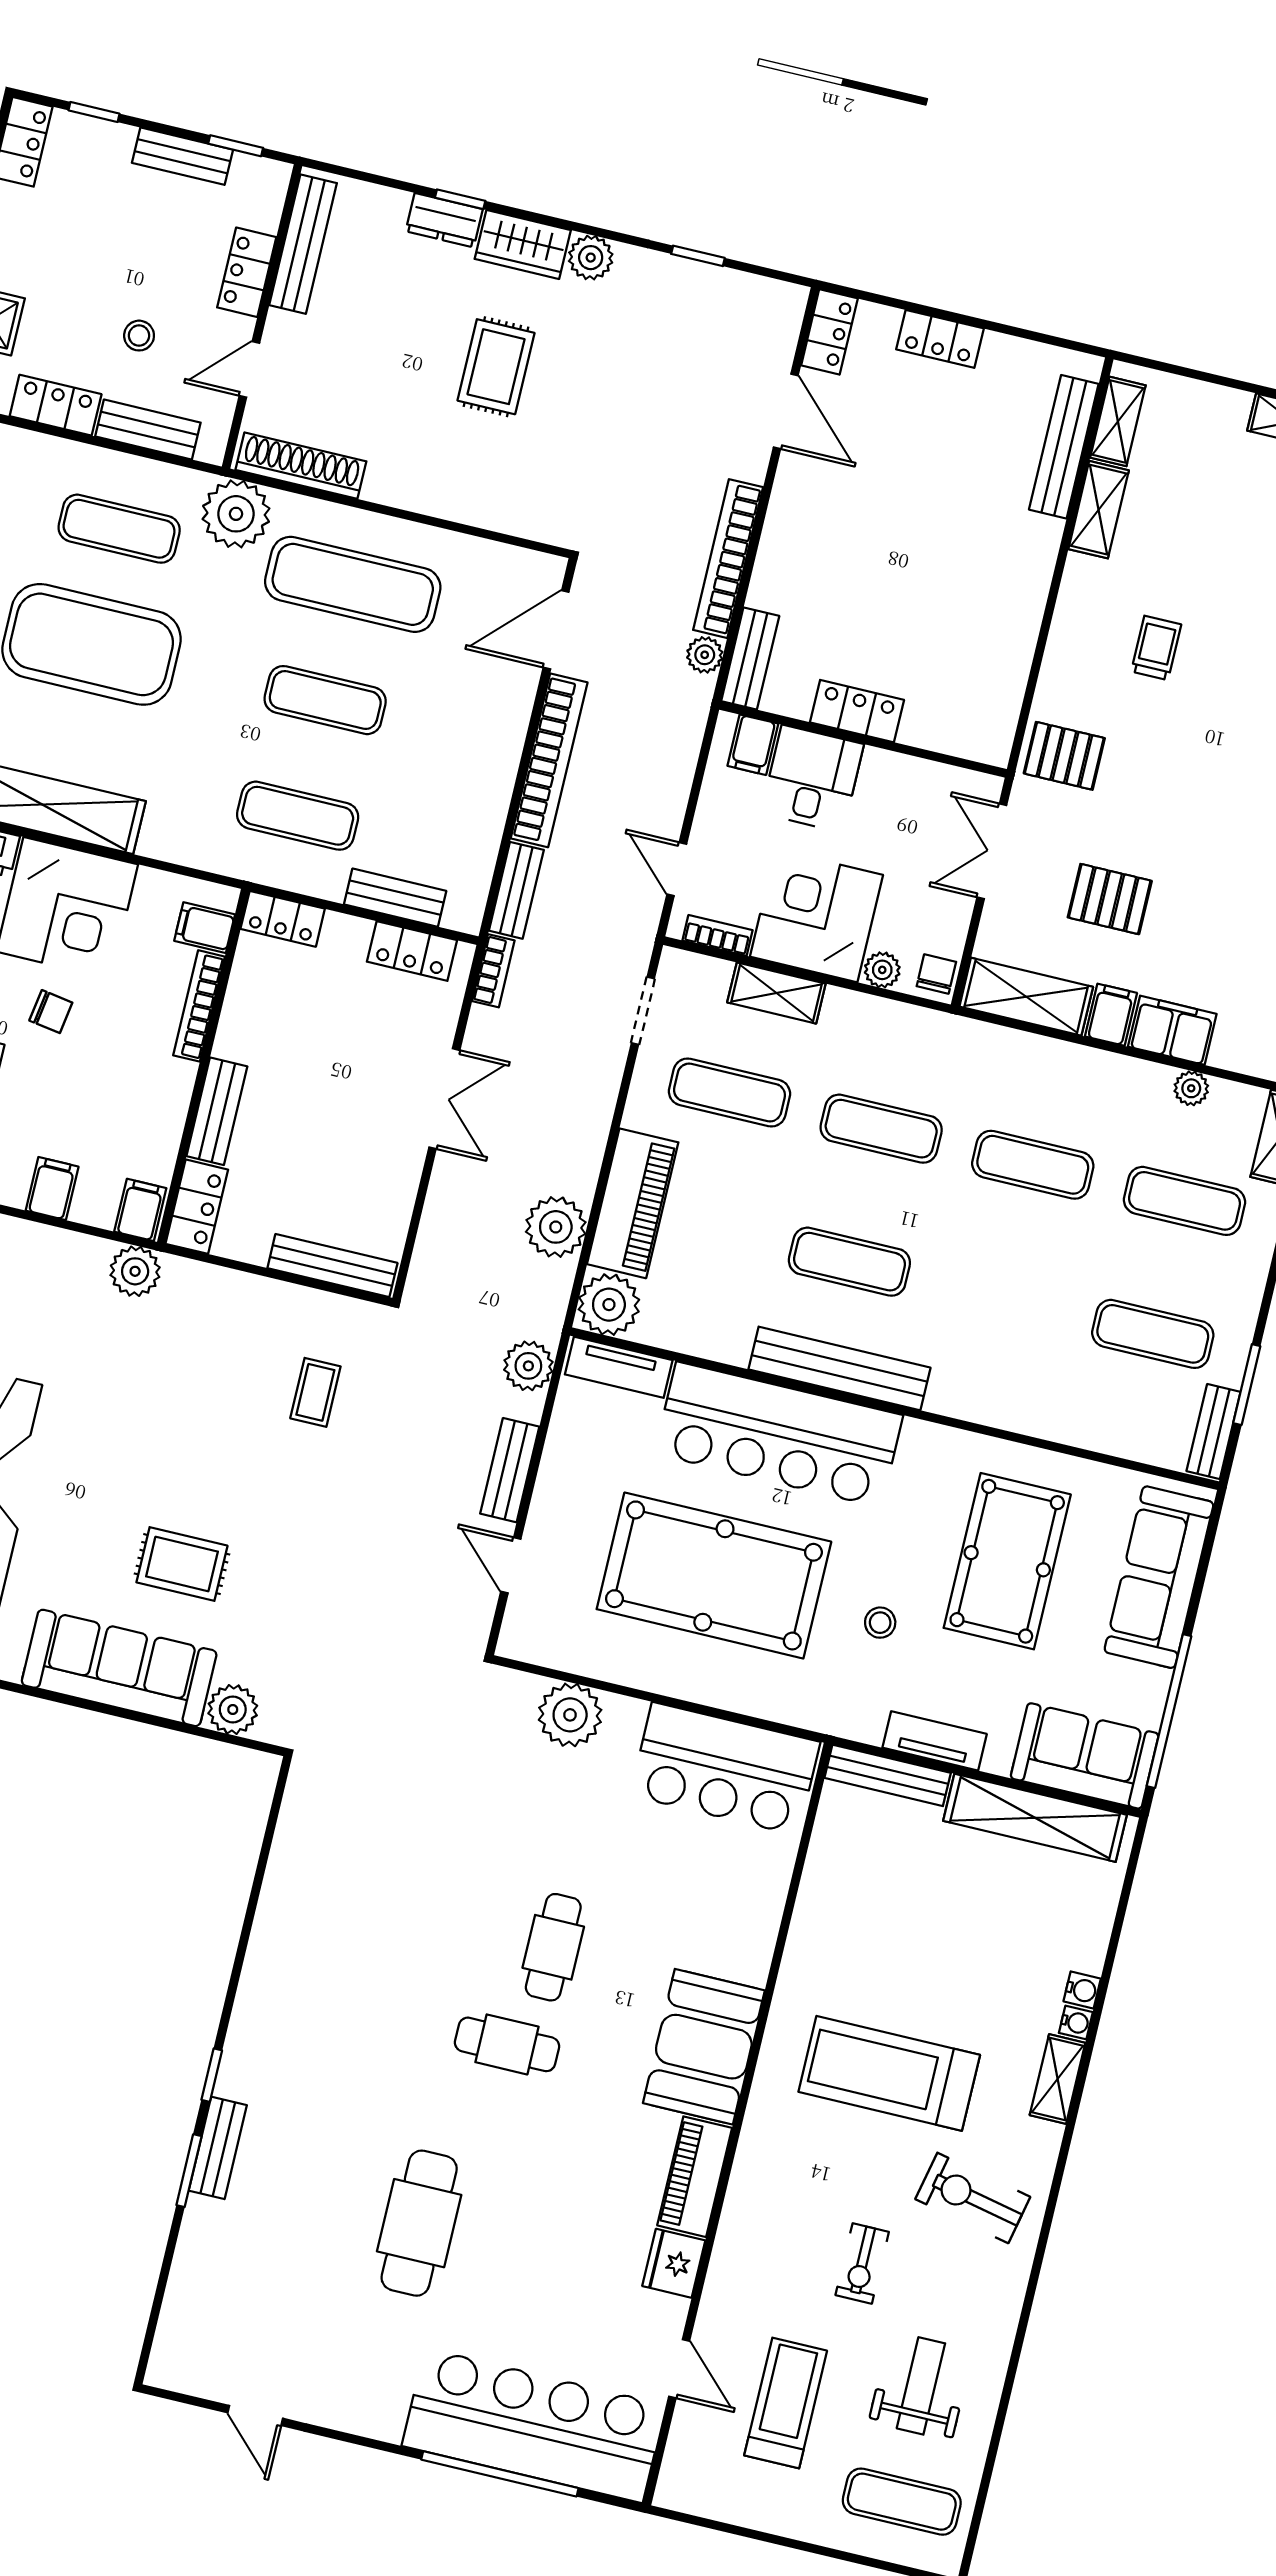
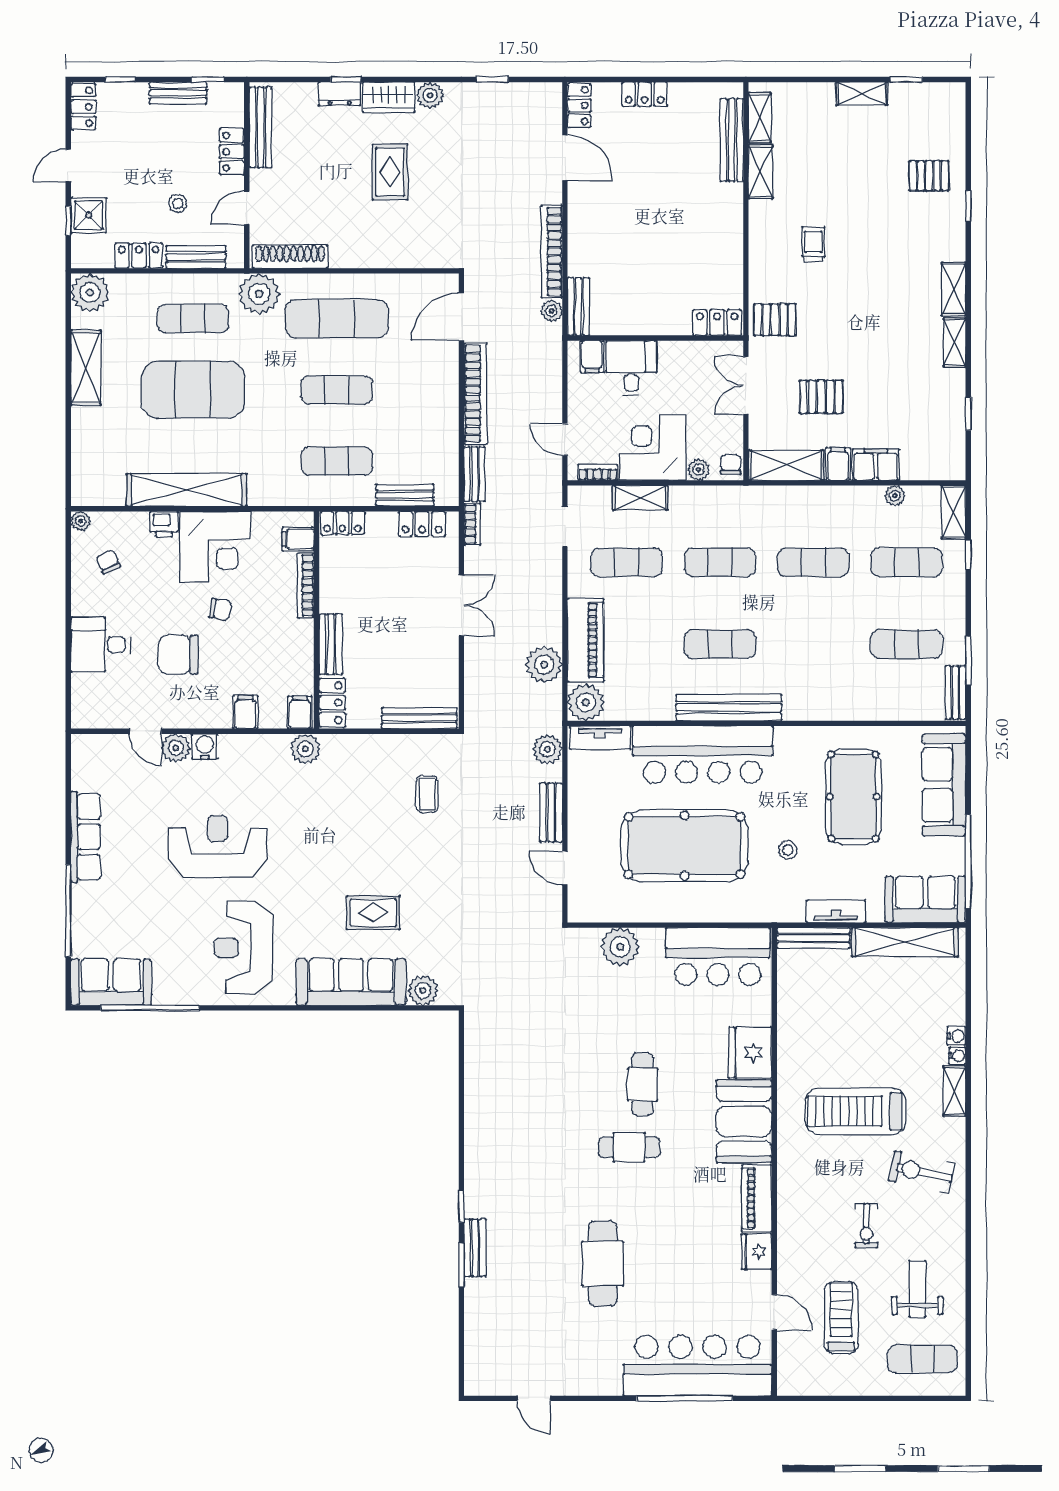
locker: (857, 711) -> (717, 322), moved
fridge: (740, 1937) -> (750, 1052), added

